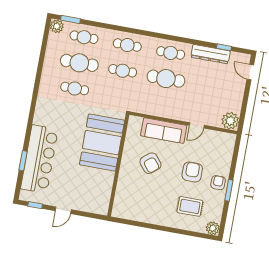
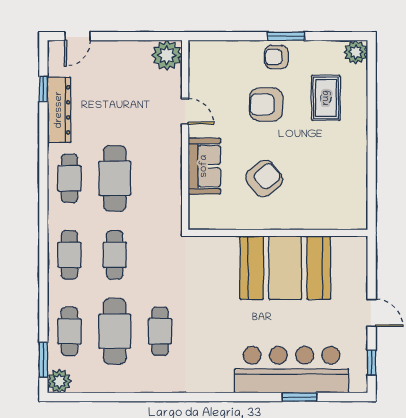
sofa: (164, 131) -> (204, 166), width x0.73
booth: (102, 143) -> (285, 268), moved

